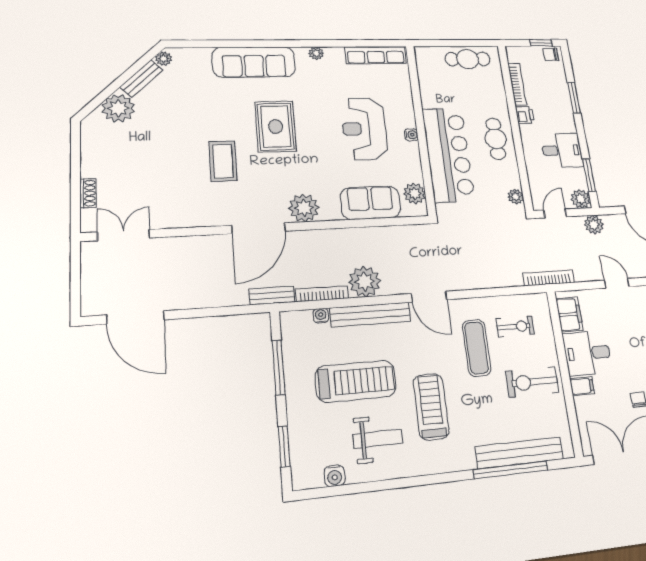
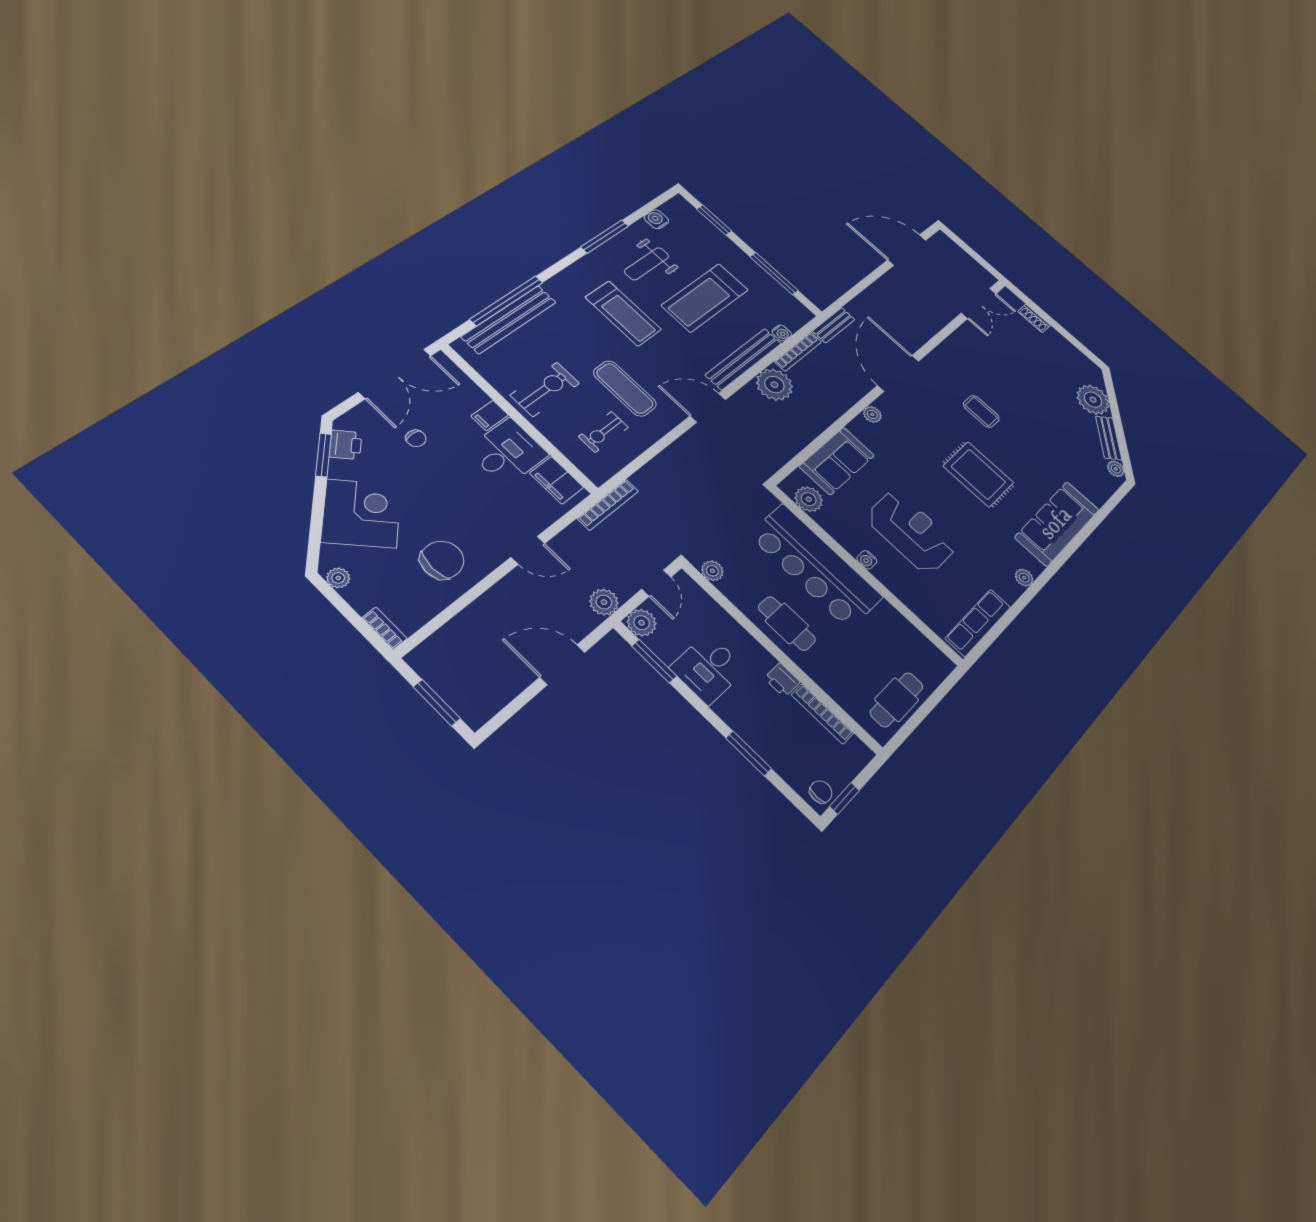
coffee table: (223, 161) -> (981, 411), width x0.73, depth x0.77
plant: (304, 208) -> (872, 415), width x0.53, depth x0.53
window: (392, 484) -> (605, 236), added

